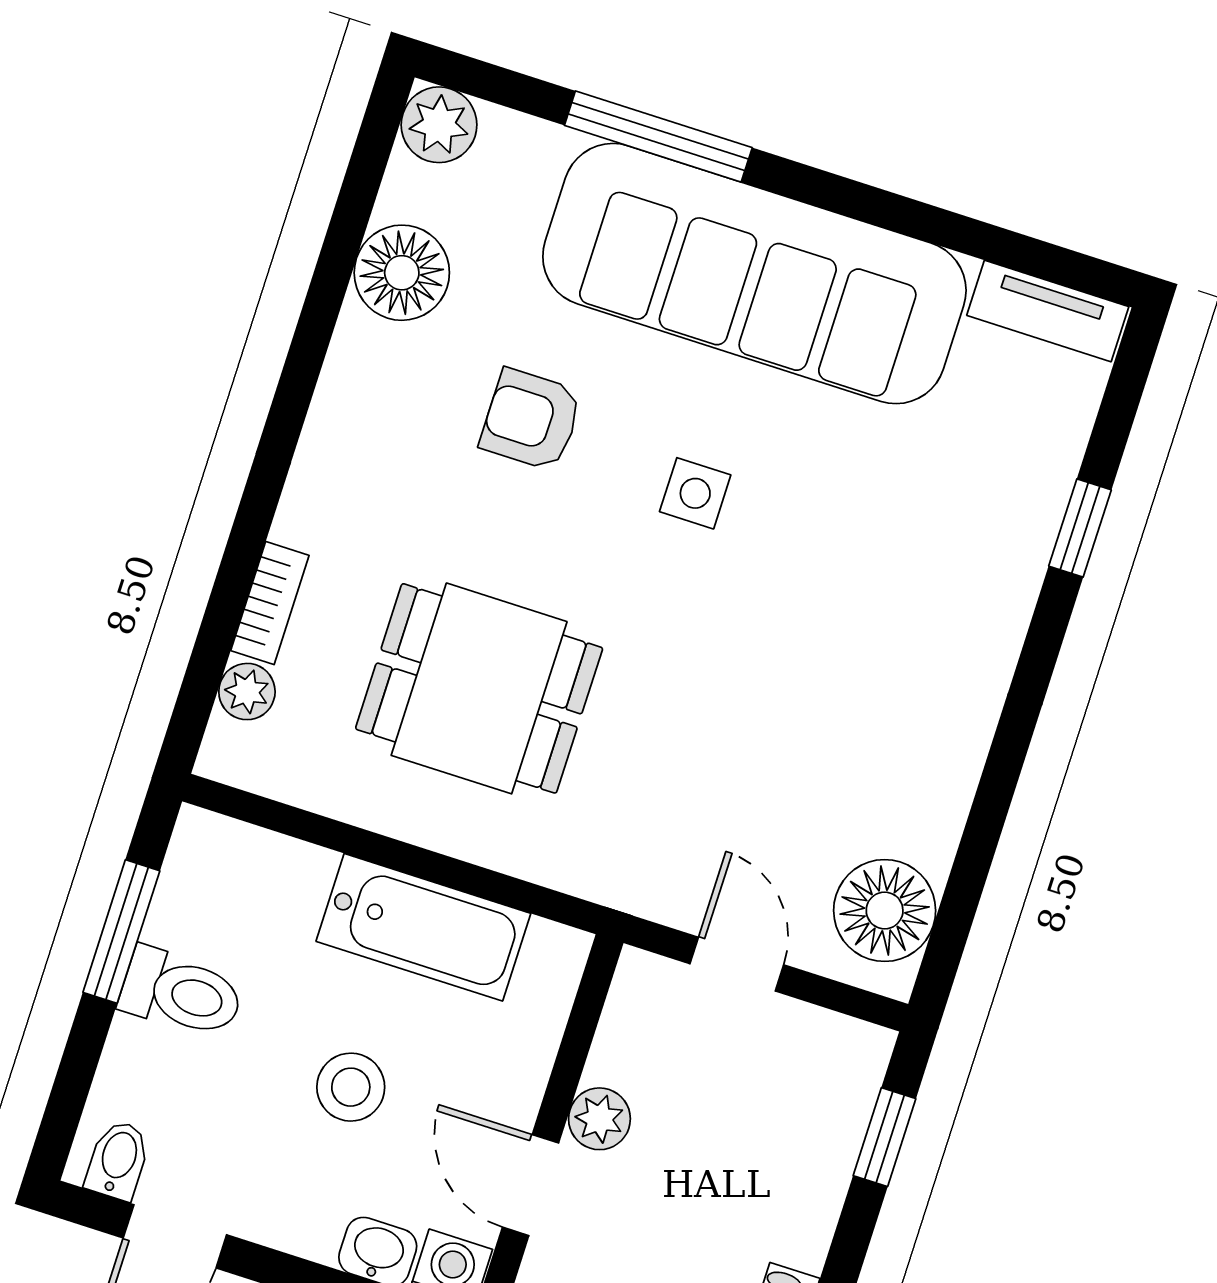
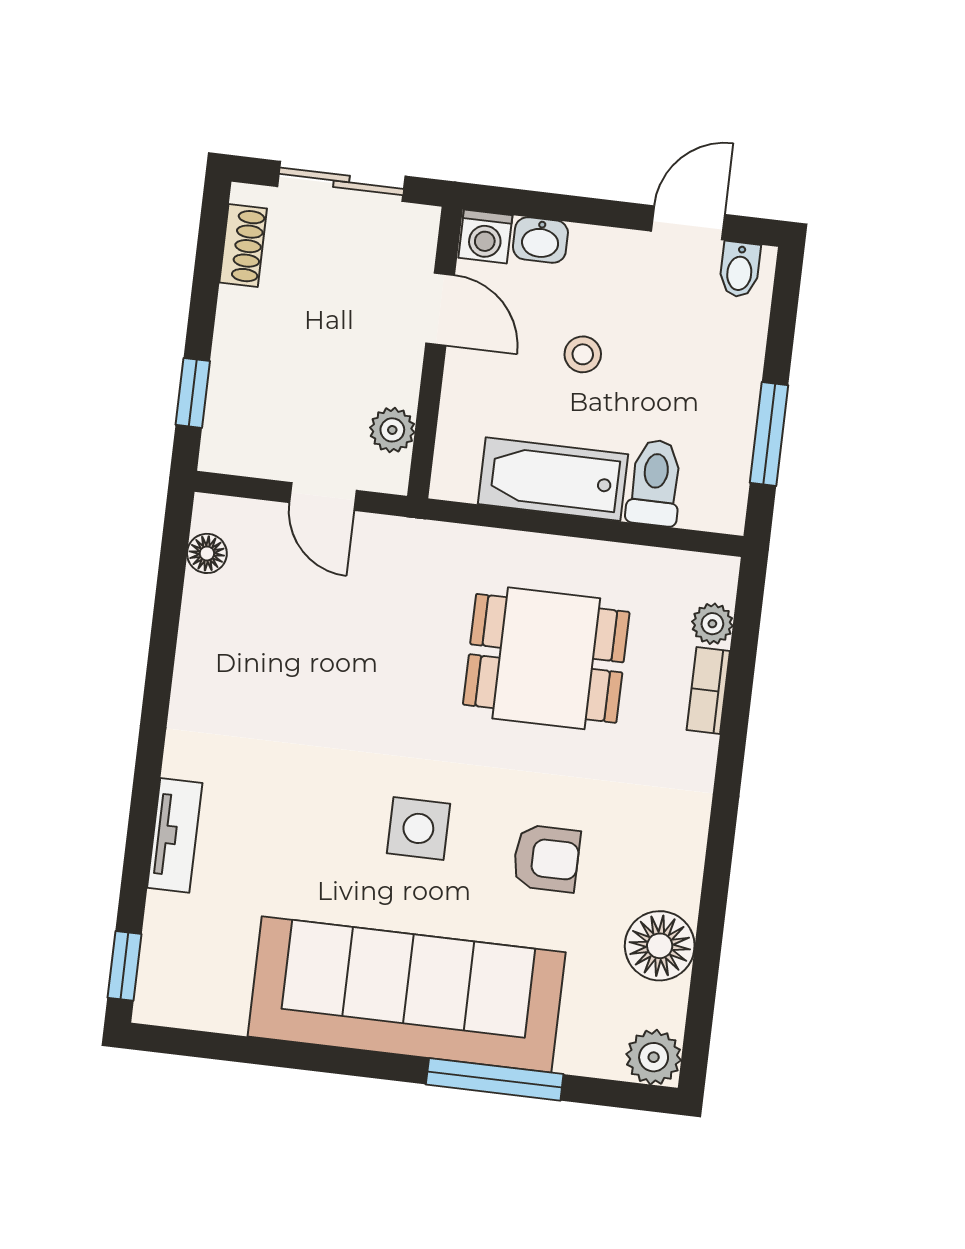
tv unit: (1048, 311) -> (175, 835), moved, turned 90
side table: (695, 493) -> (418, 828), width x1.37, depth x1.37
window: (1080, 528) -> (125, 966), moved
floor lamp: (885, 911) -> (207, 553), width x0.53, depth x0.53
toilet: (181, 993) -> (655, 483), moved, turned 90
stool: (351, 1087) -> (583, 354), width x0.73, depth x0.73
plant: (599, 1119) -> (392, 430), moved

